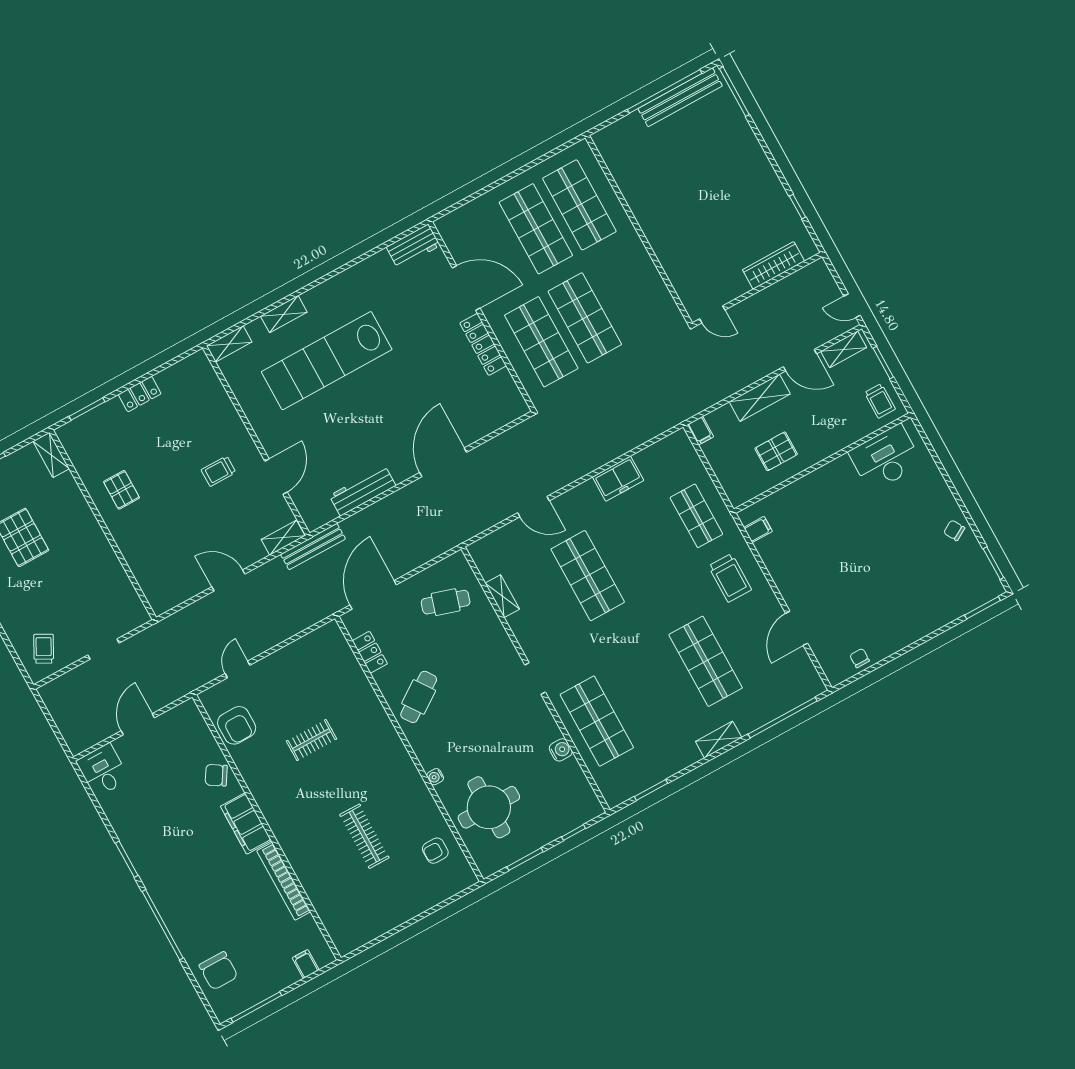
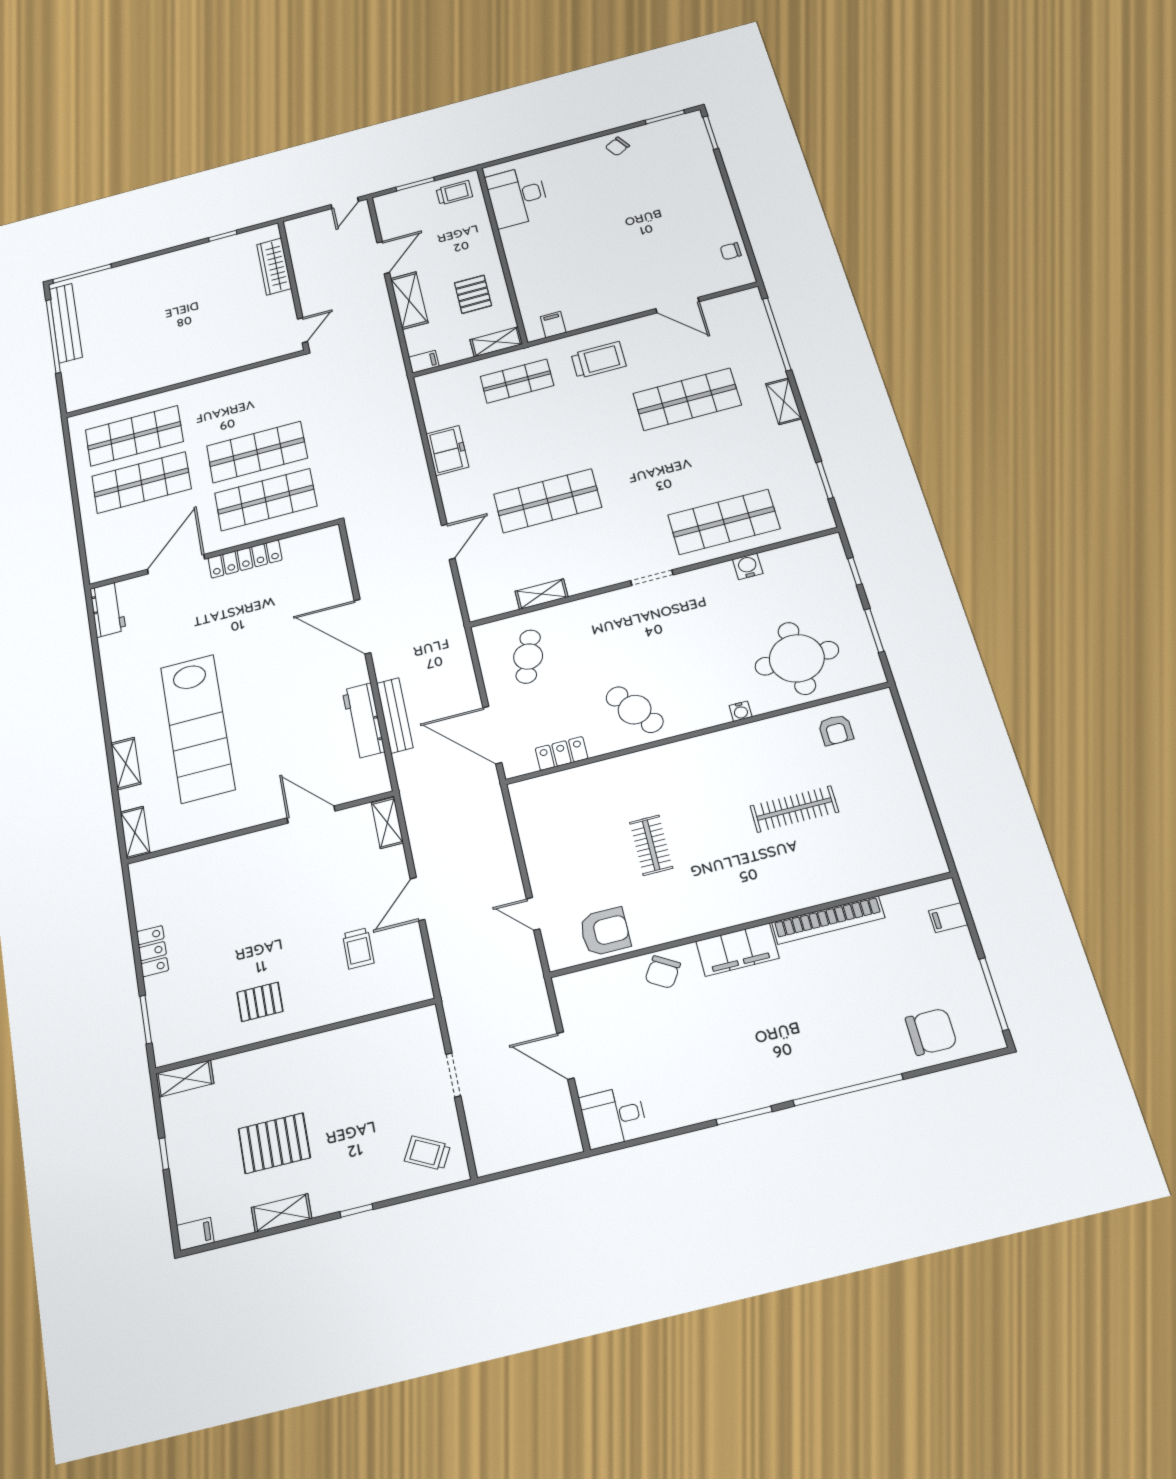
shelving: (844, 349) -> (496, 342), moved, turned 90
trolley: (218, 471) -> (358, 948), moved
bench: (313, 547) -> (395, 715), moved

